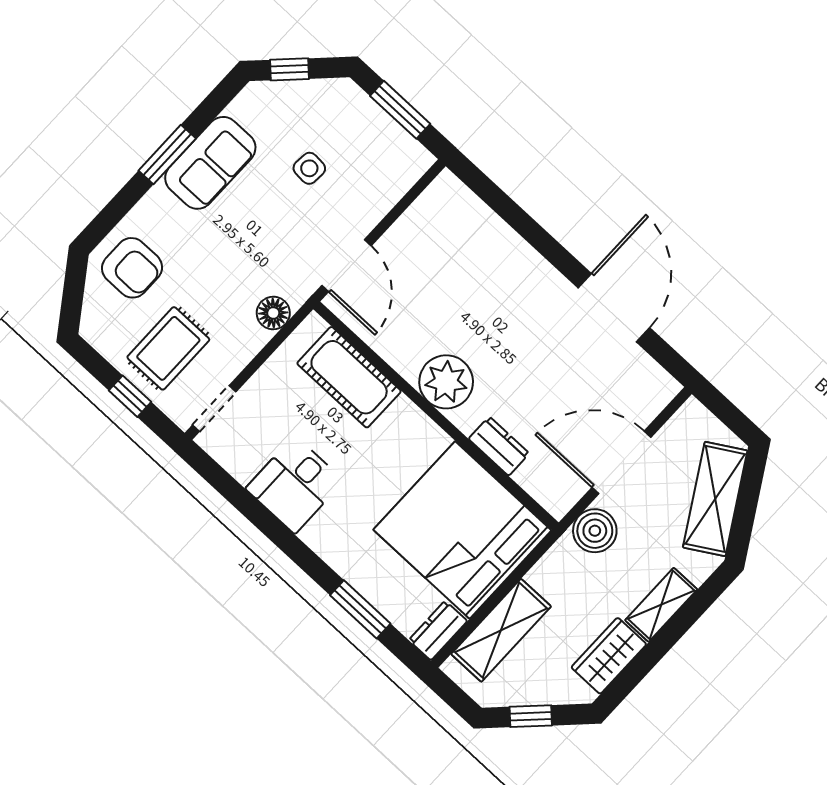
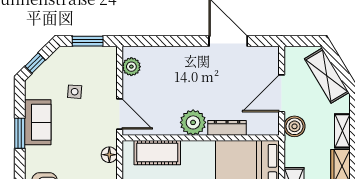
plant: (431, 210) -> (131, 67), added
dresser: (499, 446) -> (227, 128), width x1.44

